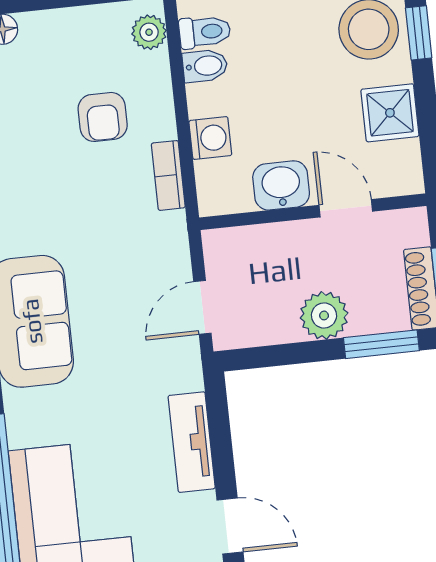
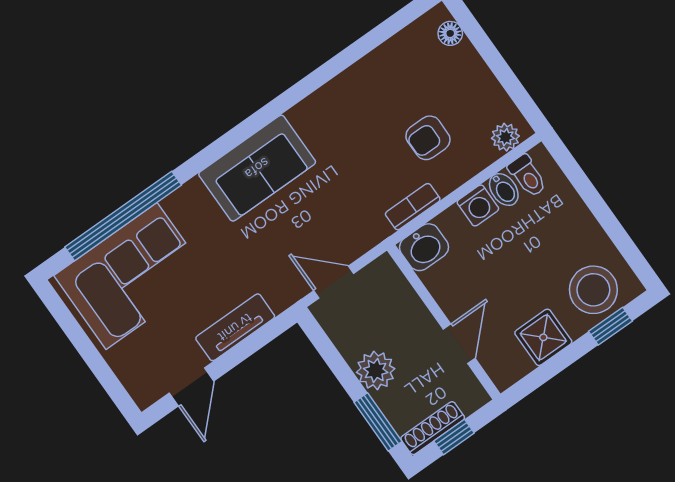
washing machine: (210, 138) -> (478, 205), moved
washbasin: (281, 185) -> (424, 247), moved, turned 90

